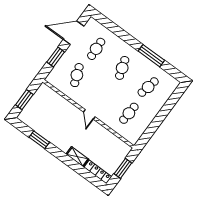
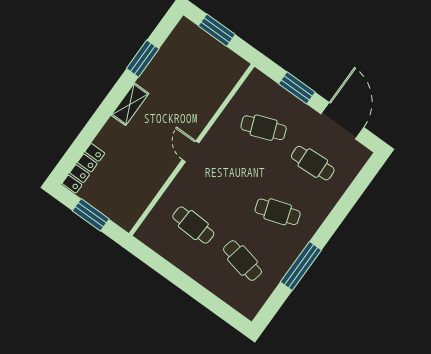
door: (89, 114) -> (191, 151), hinge flipped
shelving: (77, 157) -> (130, 104), moved

